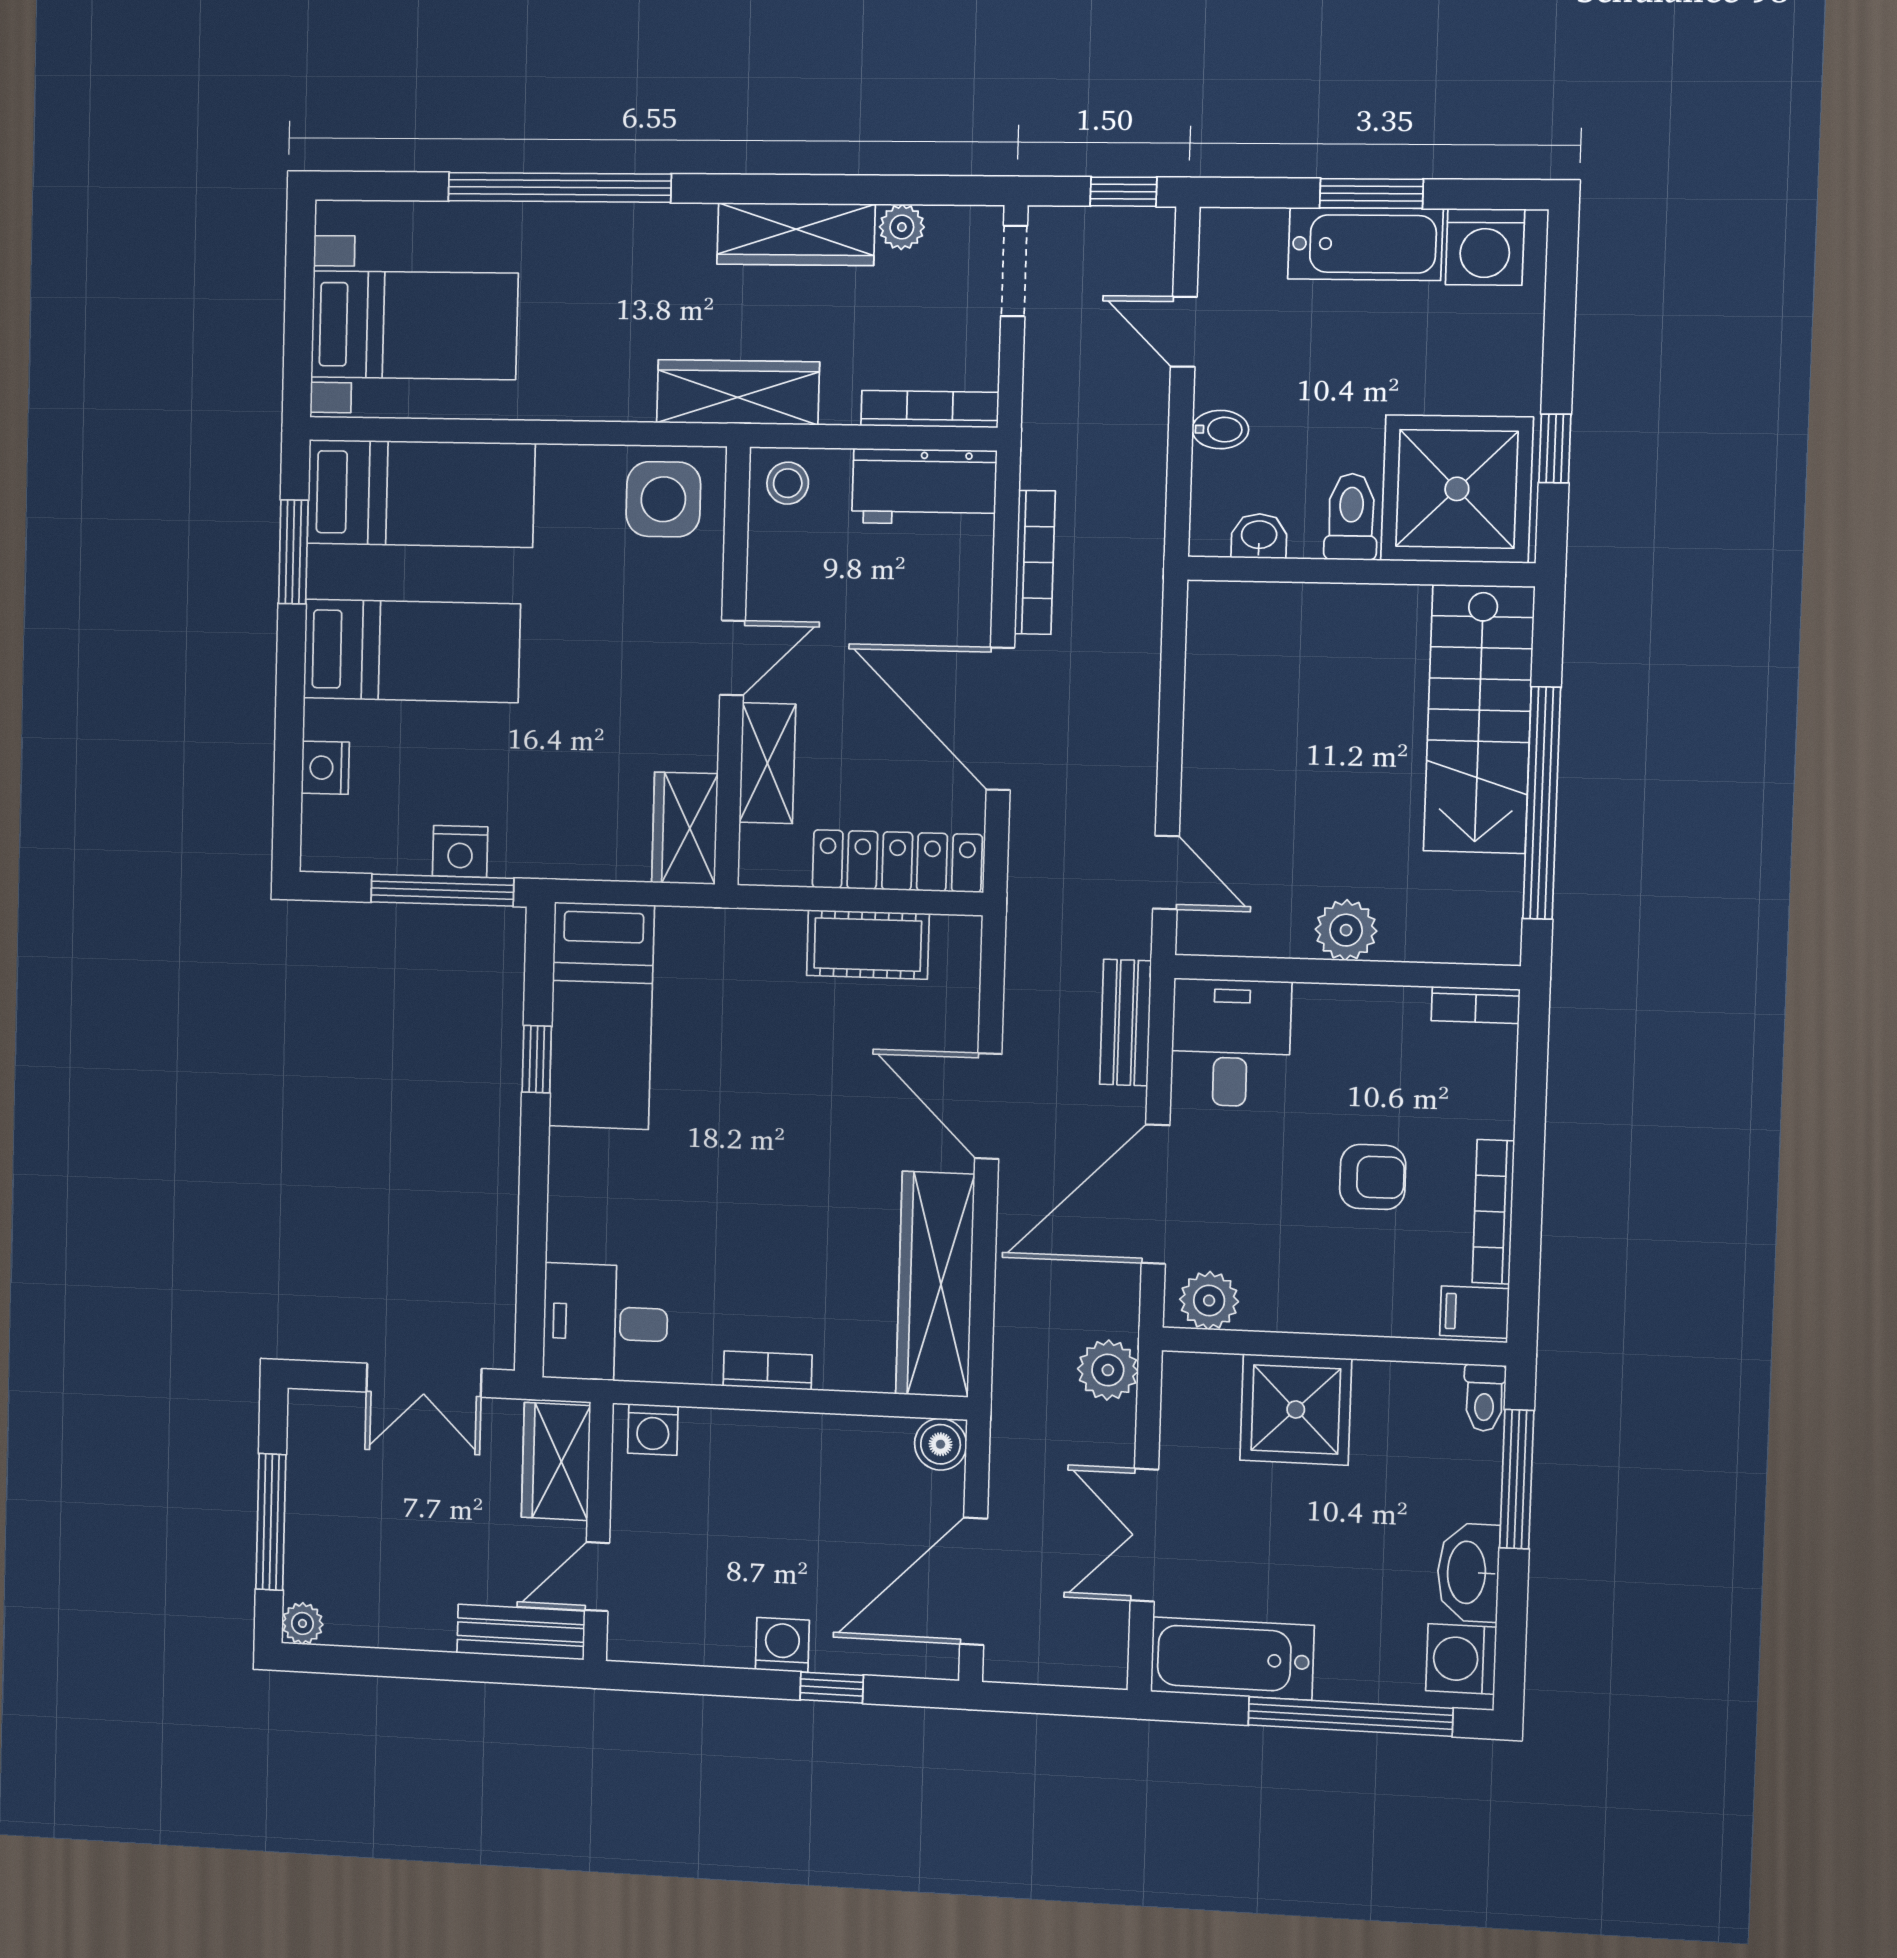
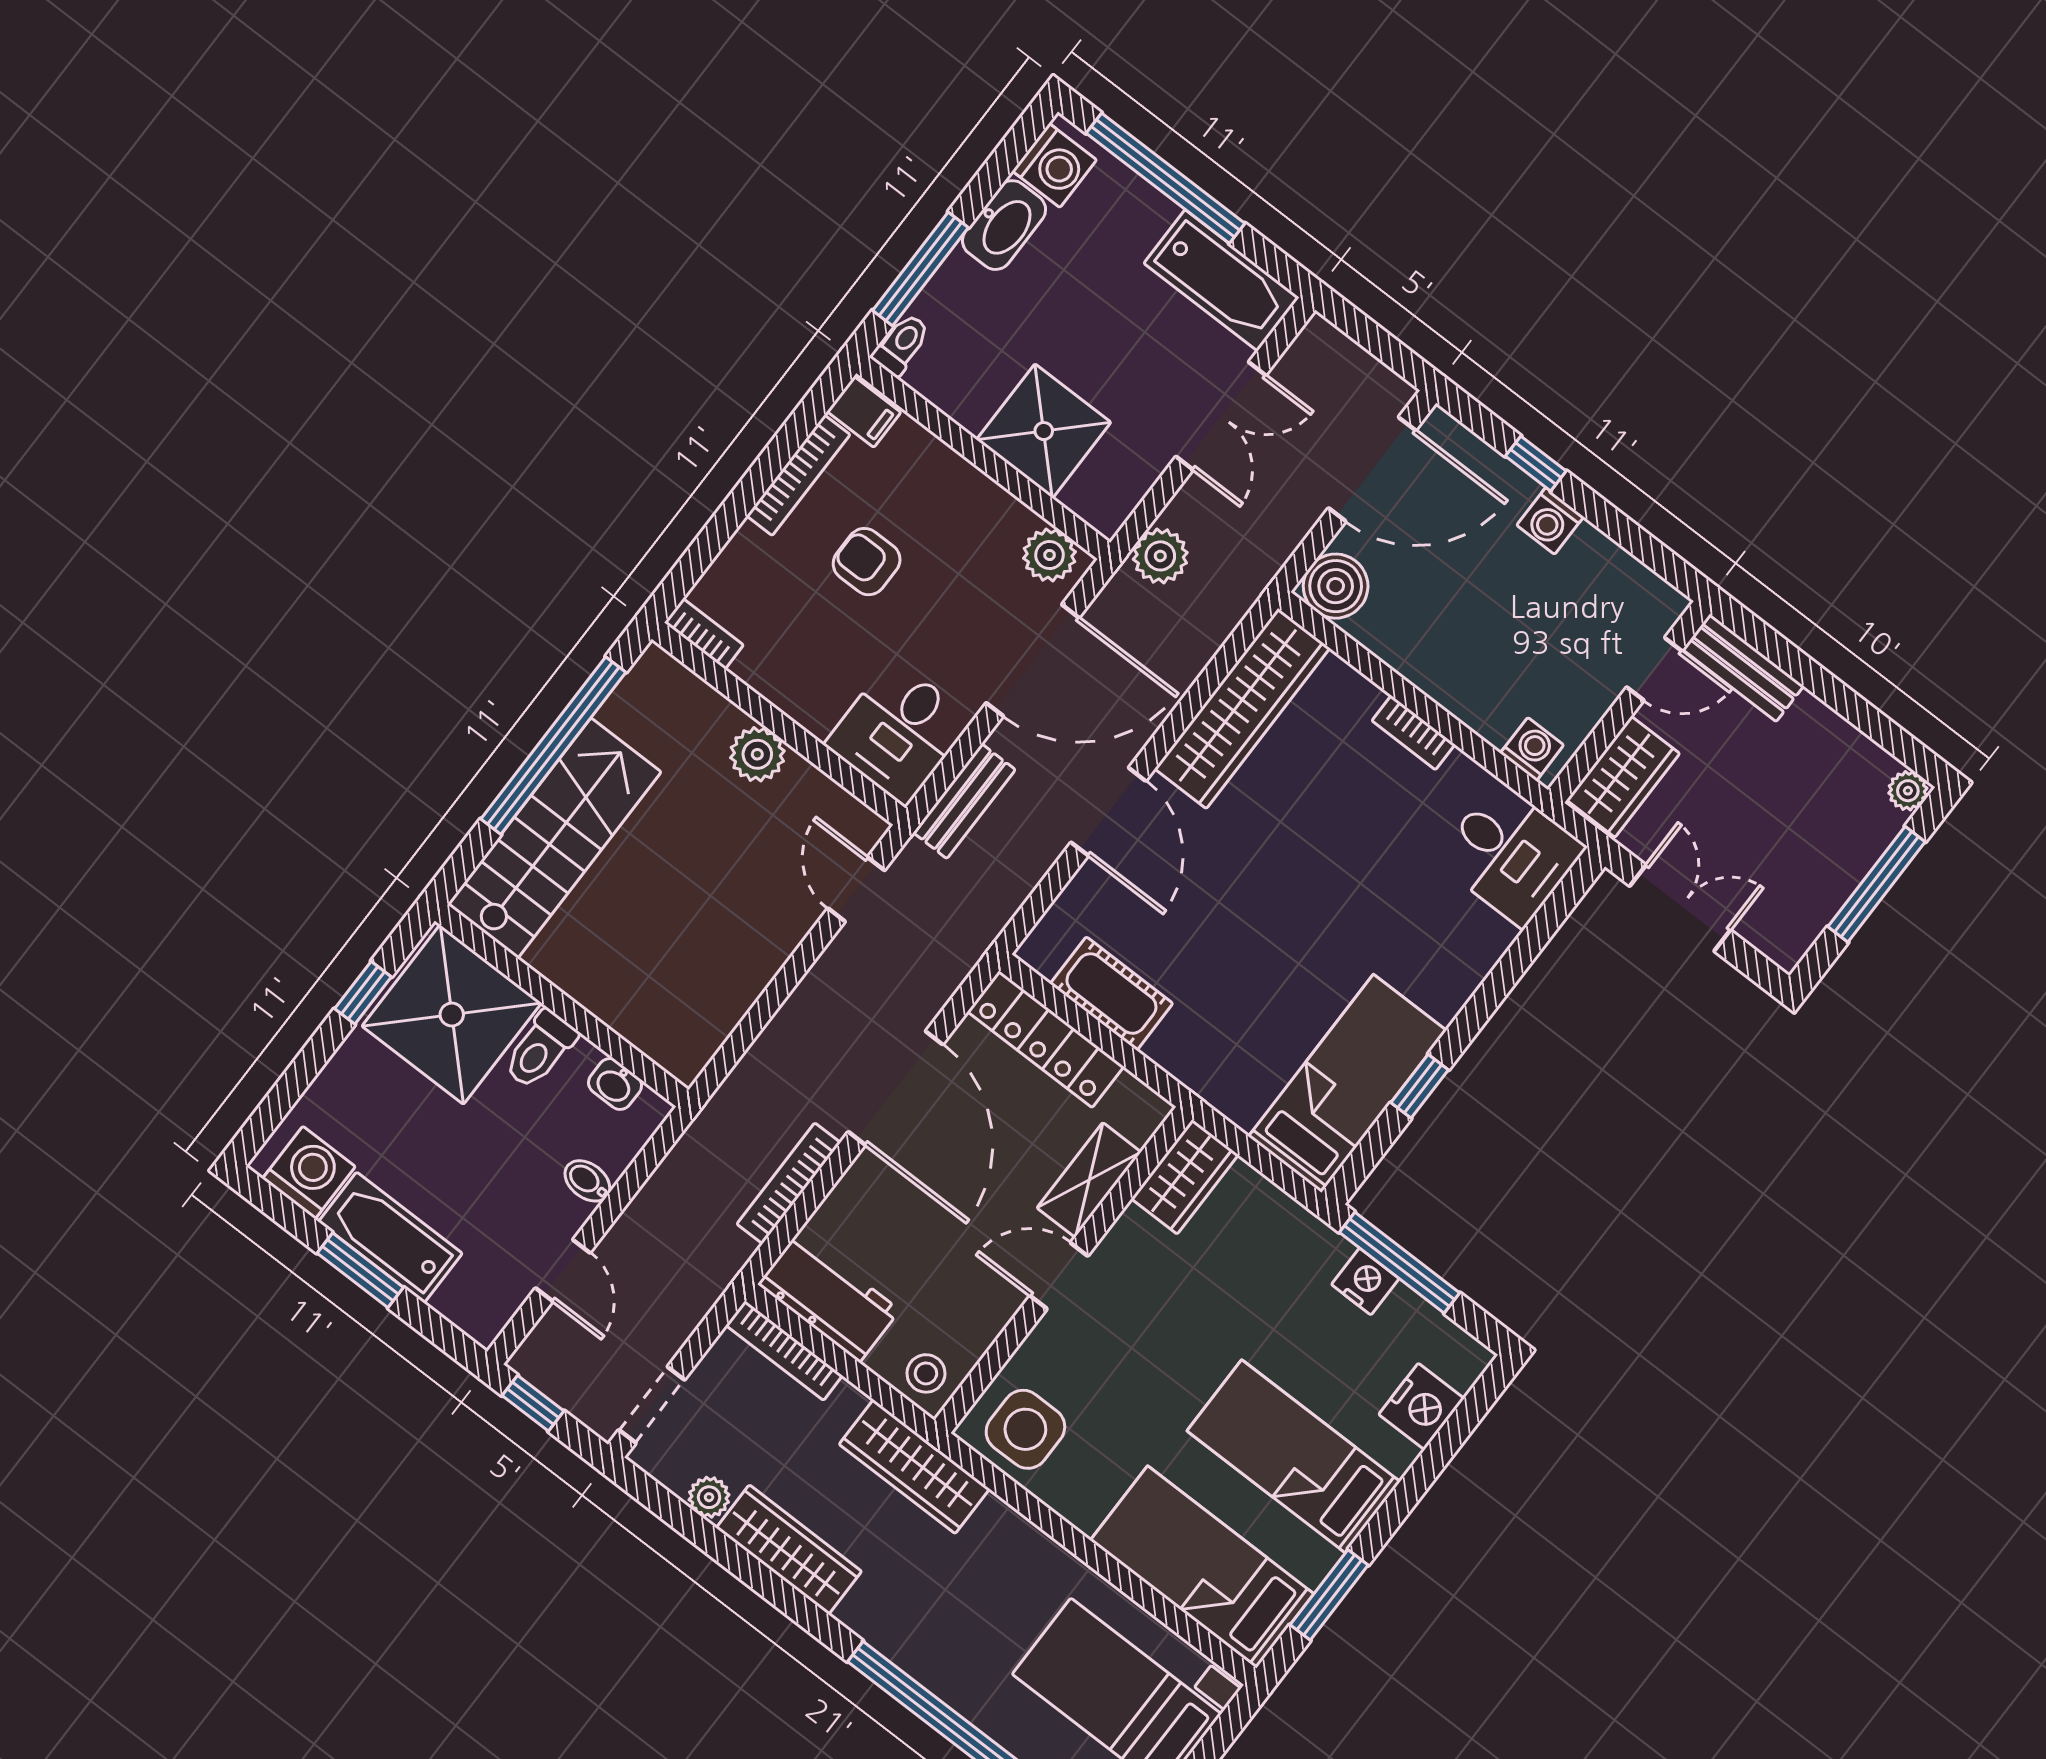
nightstand: (325, 768) -> (1421, 1406), width x1.36, depth x1.33
boiler: (941, 1444) -> (1336, 586), width x1.36, depth x1.36

